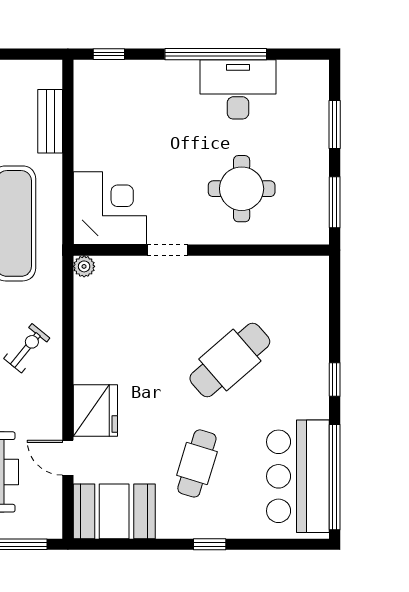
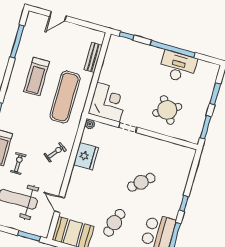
round table: (242, 189) -> (167, 110), turned -32
cafe table: (230, 360) -> (141, 182), width x0.73, depth x0.74
fridge: (95, 410) -> (86, 156), moved

